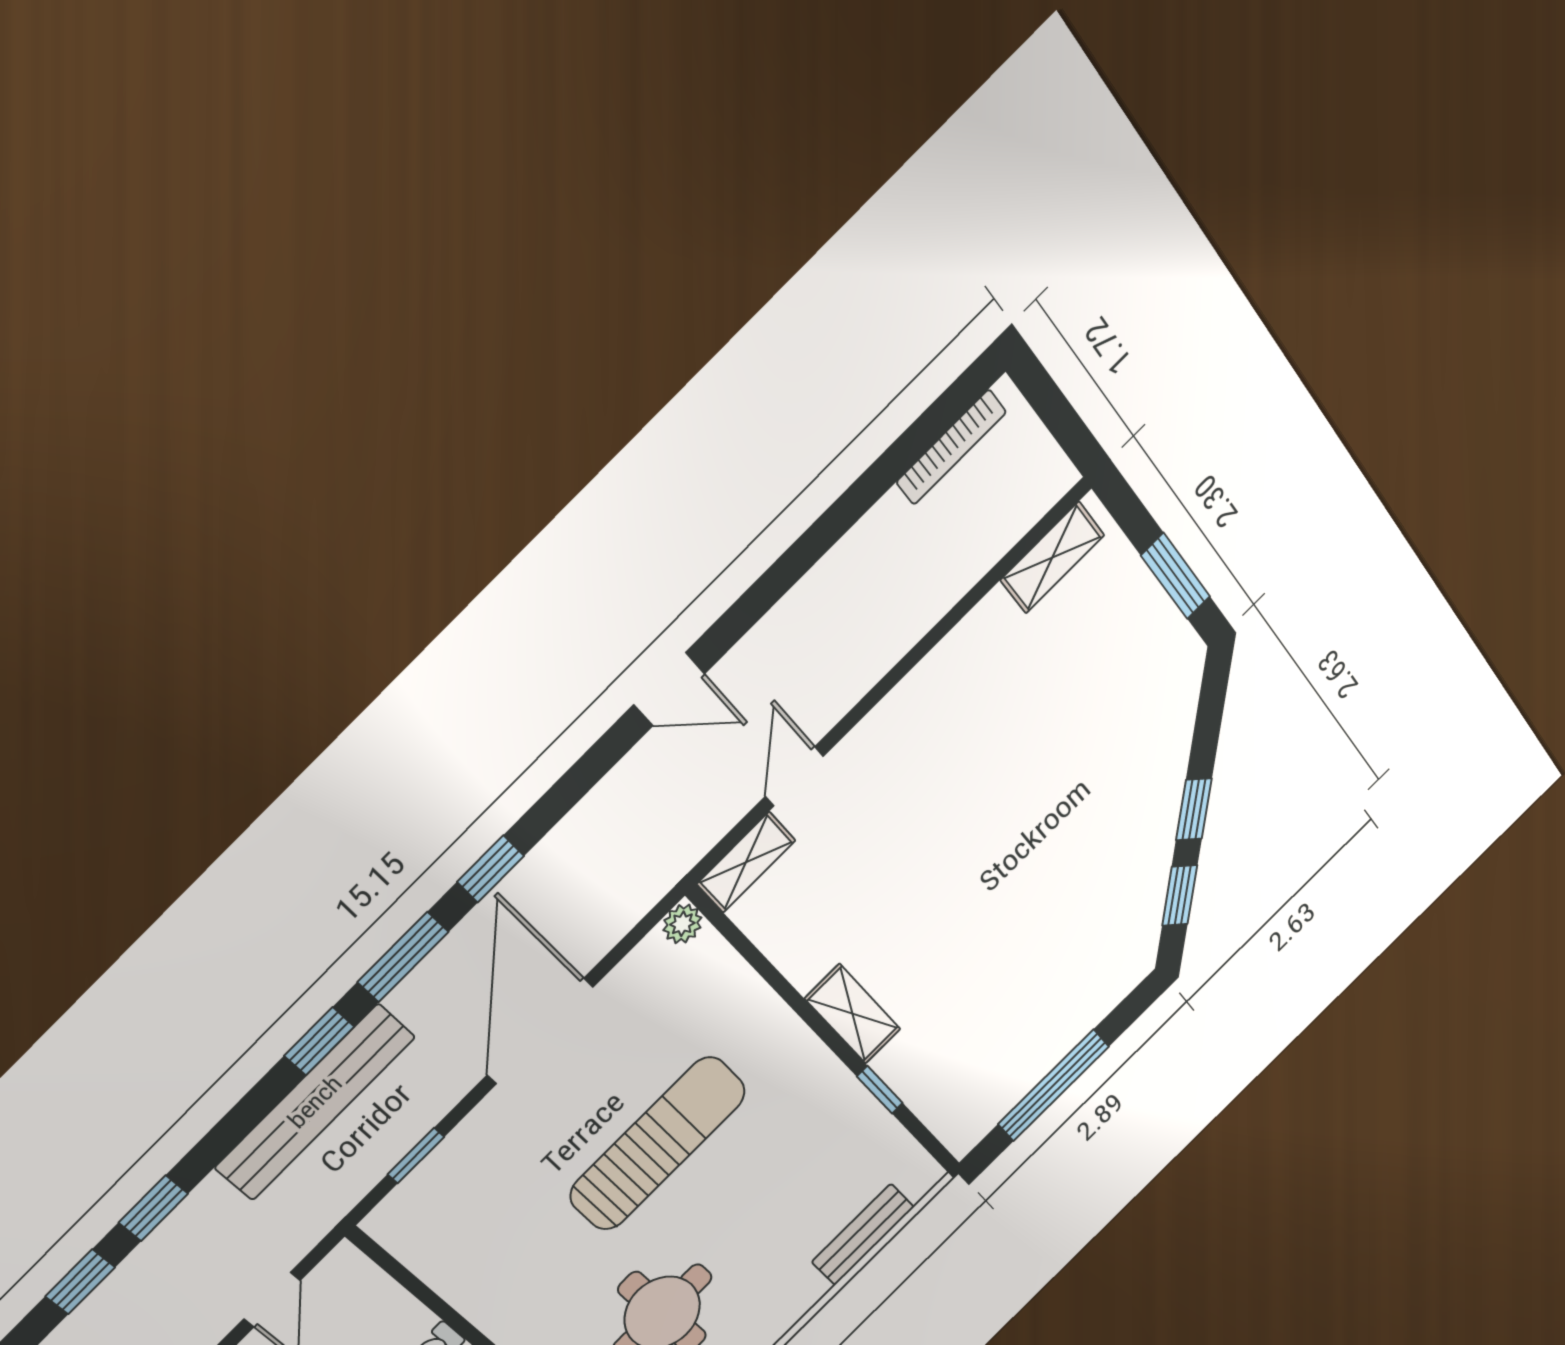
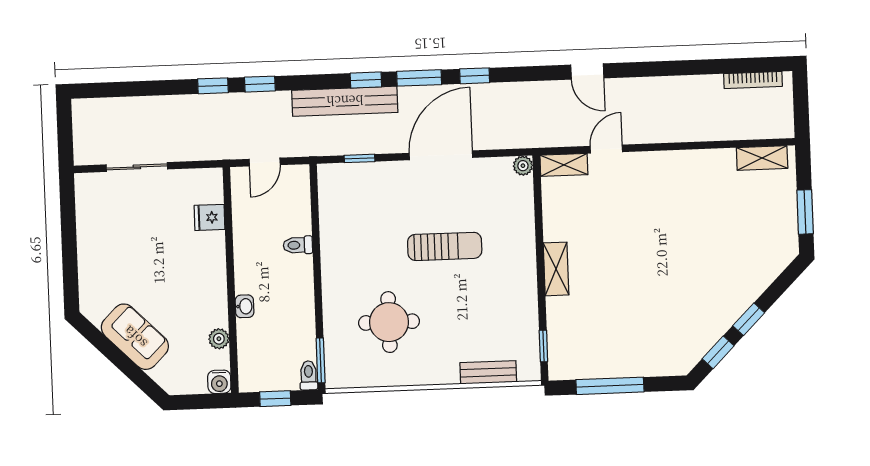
window: (880, 1090) -> (543, 346), moved
sun lounger: (658, 1144) -> (445, 246), width x0.73, depth x0.75

